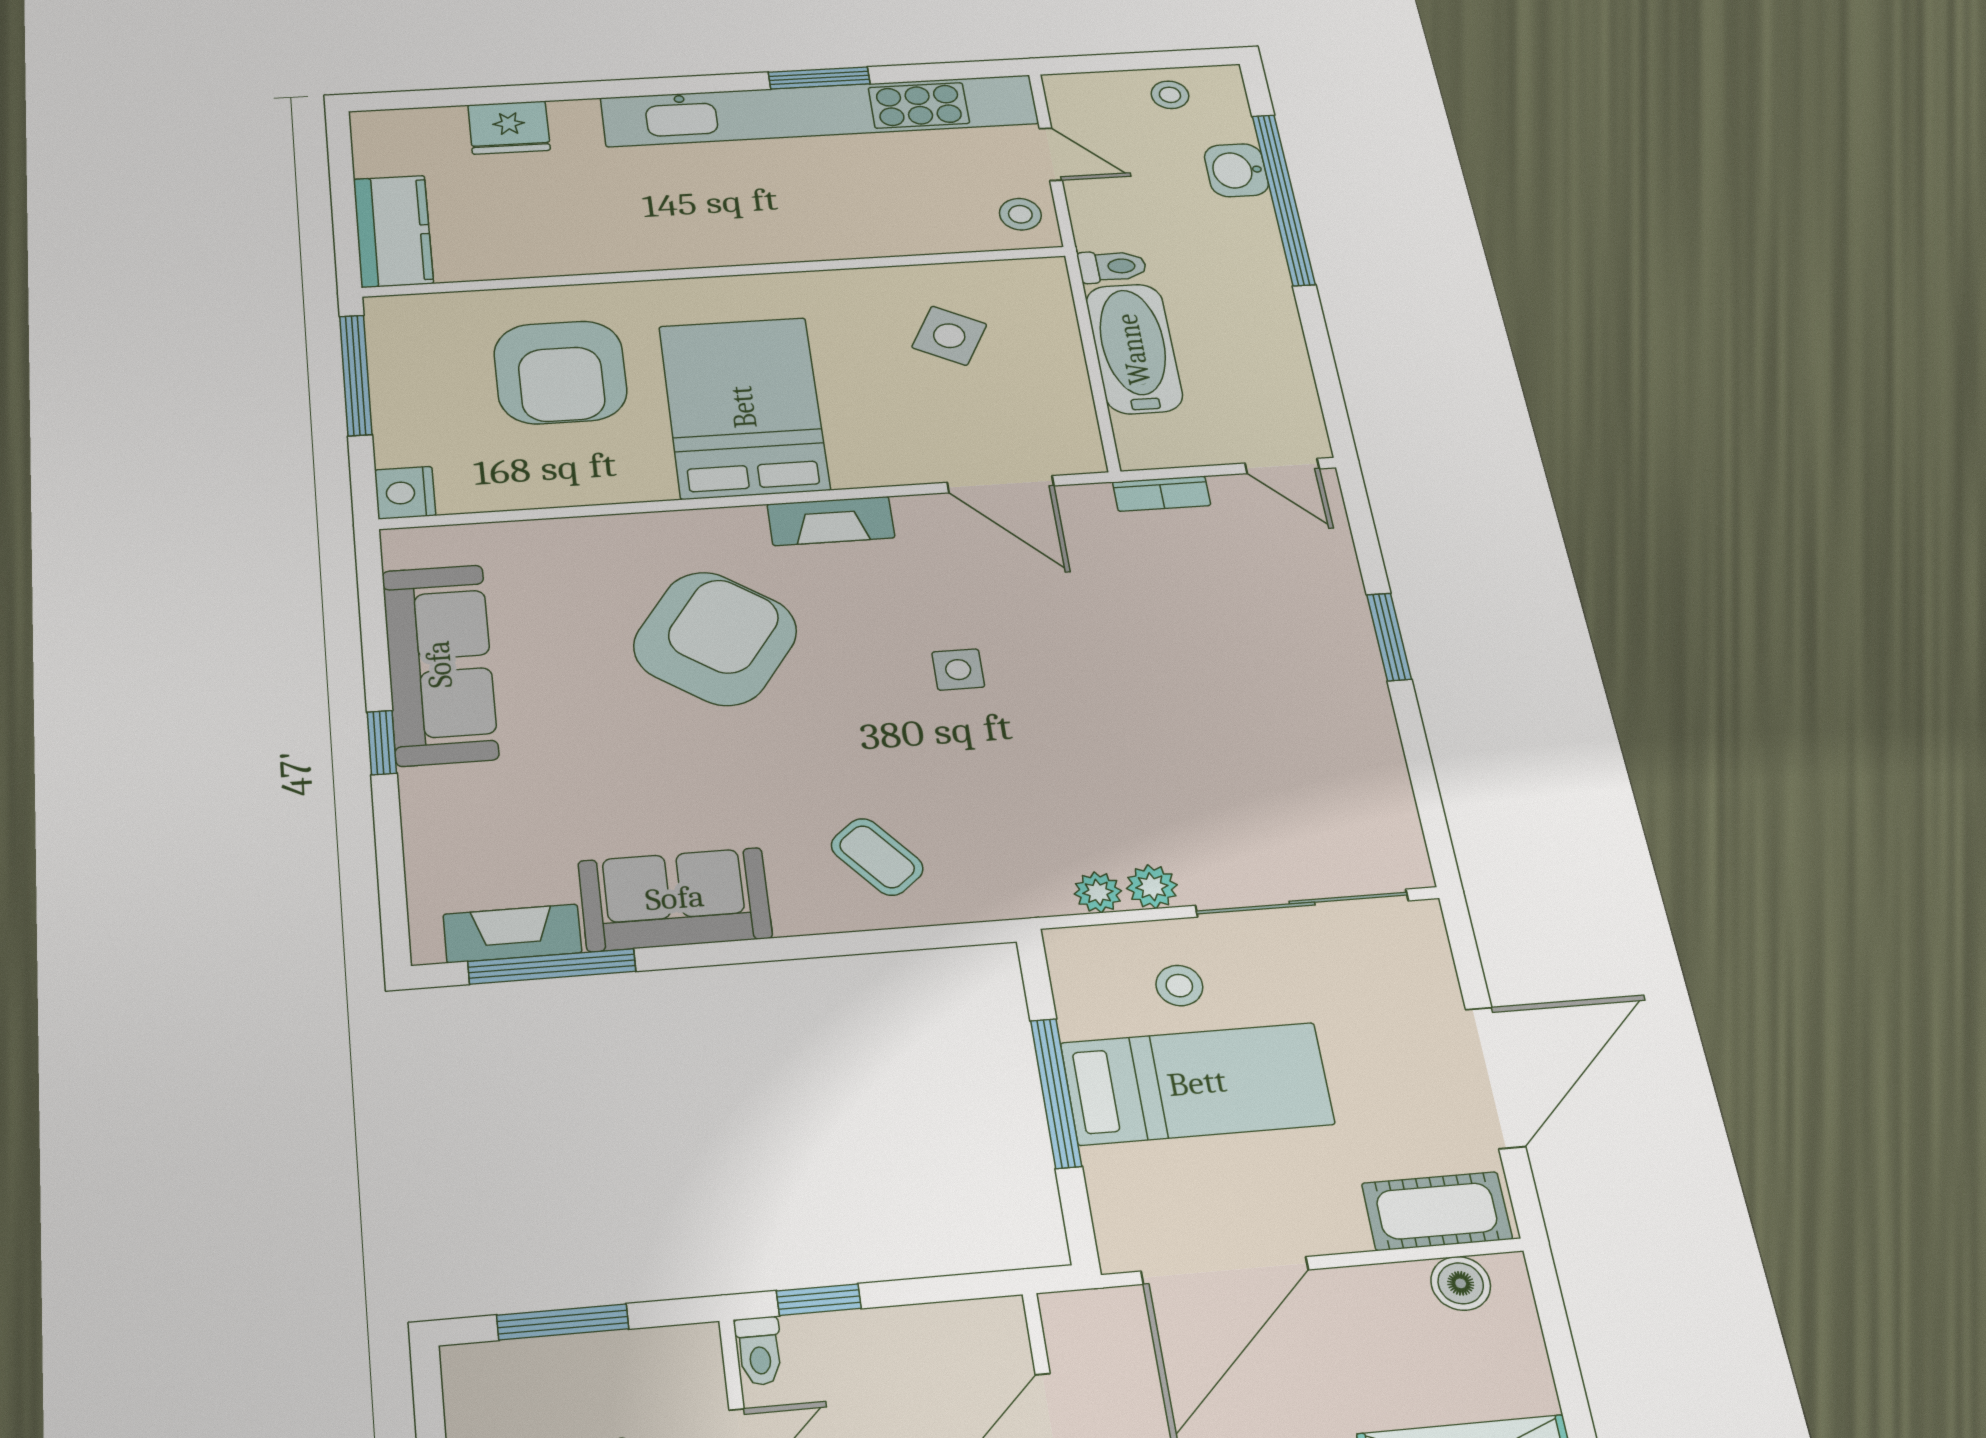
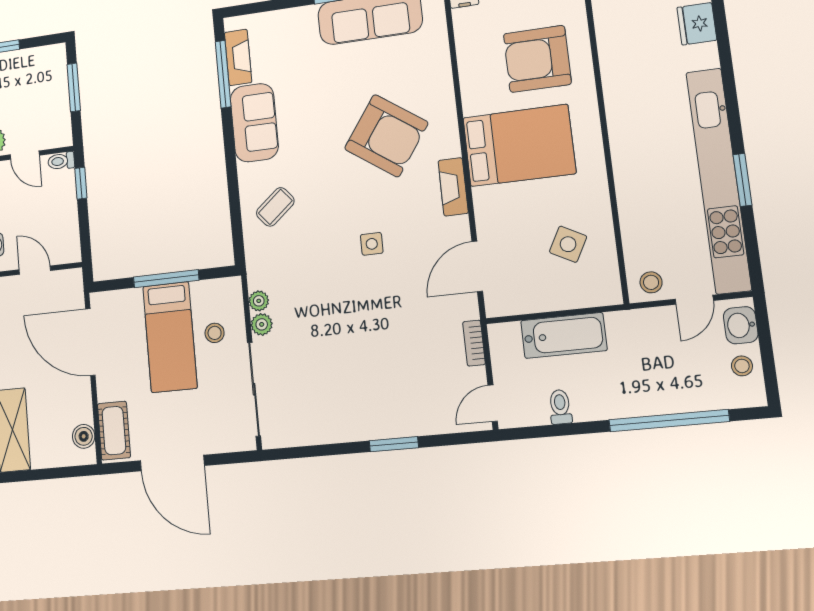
washbasin: (1236, 170) -> (741, 325), moved, turned -90
toilet: (1112, 266) -> (560, 407), moved, turned 180

